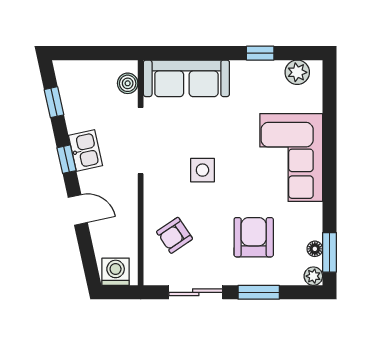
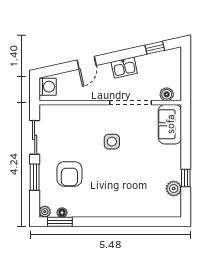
plant: (297, 72) -> (174, 189), moved
sofa: (186, 78) -> (170, 124), width x0.73
corner sofa: (291, 157) -> (120, 198), removed
window: (66, 159) -> (119, 56), removed
armchair: (175, 235) -> (71, 124), removed
armchair: (254, 237) -> (69, 174), turned 90

